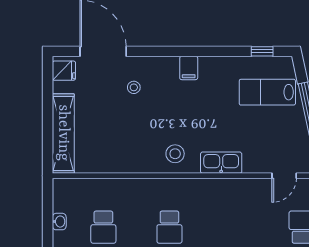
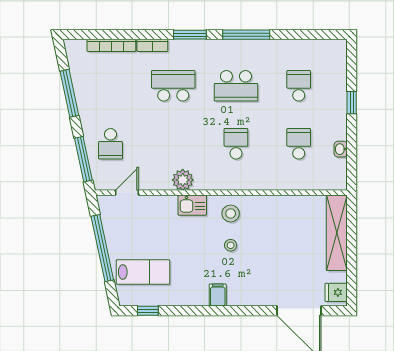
stool: (134, 87) -> (231, 245), moved
kitchen sink: (221, 163) -> (192, 205), width x0.73
plant: (225, 189) -> (183, 180), added

